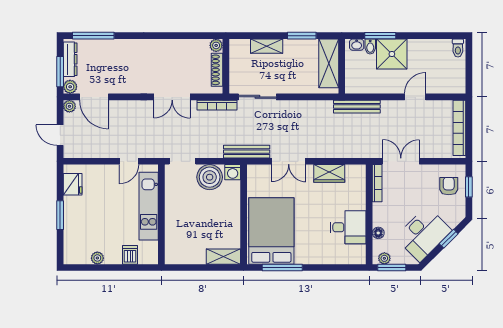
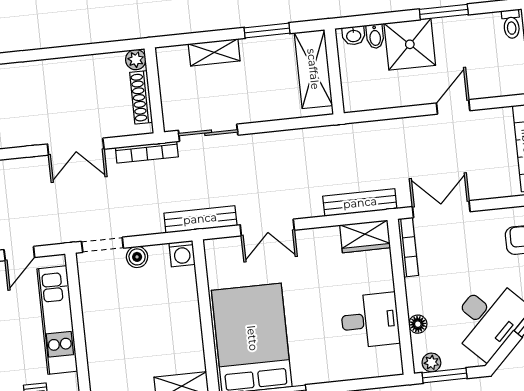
window: (380, 36) -> (444, 12), moved
bench: (357, 107) -> (360, 203), moved
wardrobe: (329, 173) -> (365, 236), moved
boiler: (210, 177) -> (137, 257), width x0.54, depth x0.54

